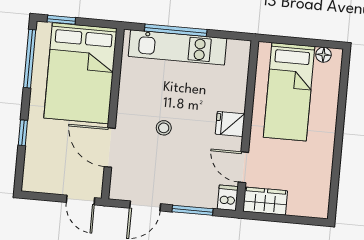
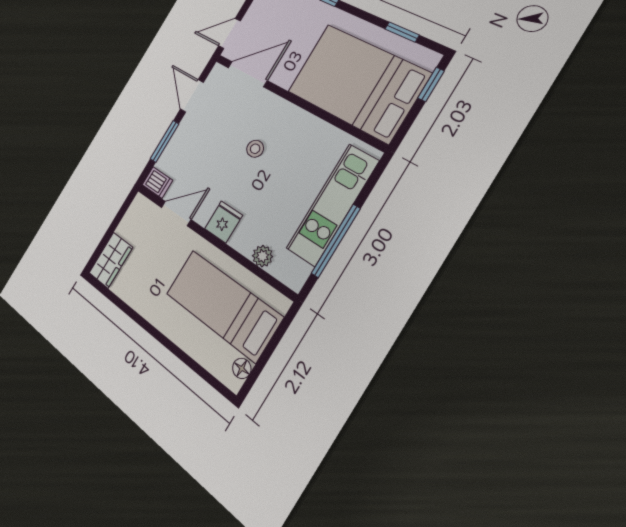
window: (176, 30) -> (336, 241), moved
window: (30, 59) -> (402, 32), width x0.46
plant: (239, 80) -> (262, 256), added
door: (110, 148) -> (248, 74), moved
wardrobe: (265, 201) -> (111, 260), moved

